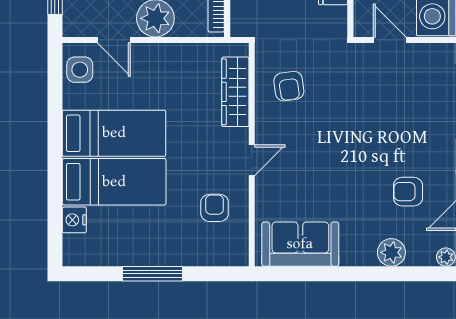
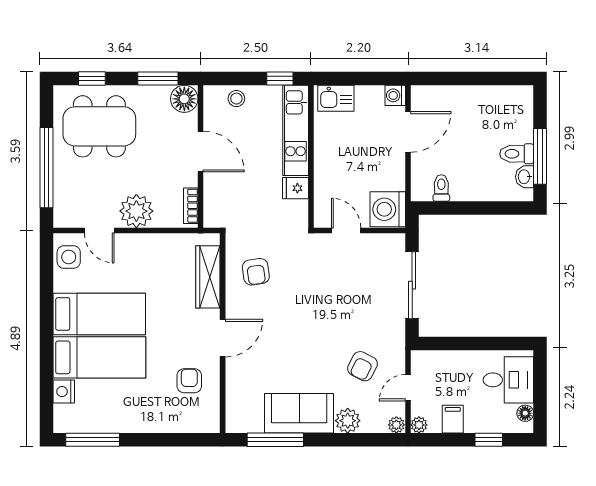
door: (252, 160) -> (223, 338), width x1.37
armchair: (408, 192) -> (363, 366), turned -63
sofa: (300, 244) -> (299, 413), moved
window: (153, 274) -> (93, 440), moved
window: (311, 274) -> (275, 440), added

